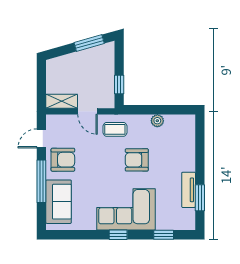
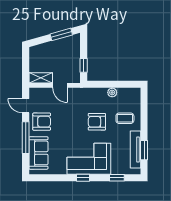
coffee table: (115, 129) -> (125, 118), moved
door: (41, 138) -> (26, 106), hinge flipped
tv unit: (189, 190) -> (136, 150), width x1.41

